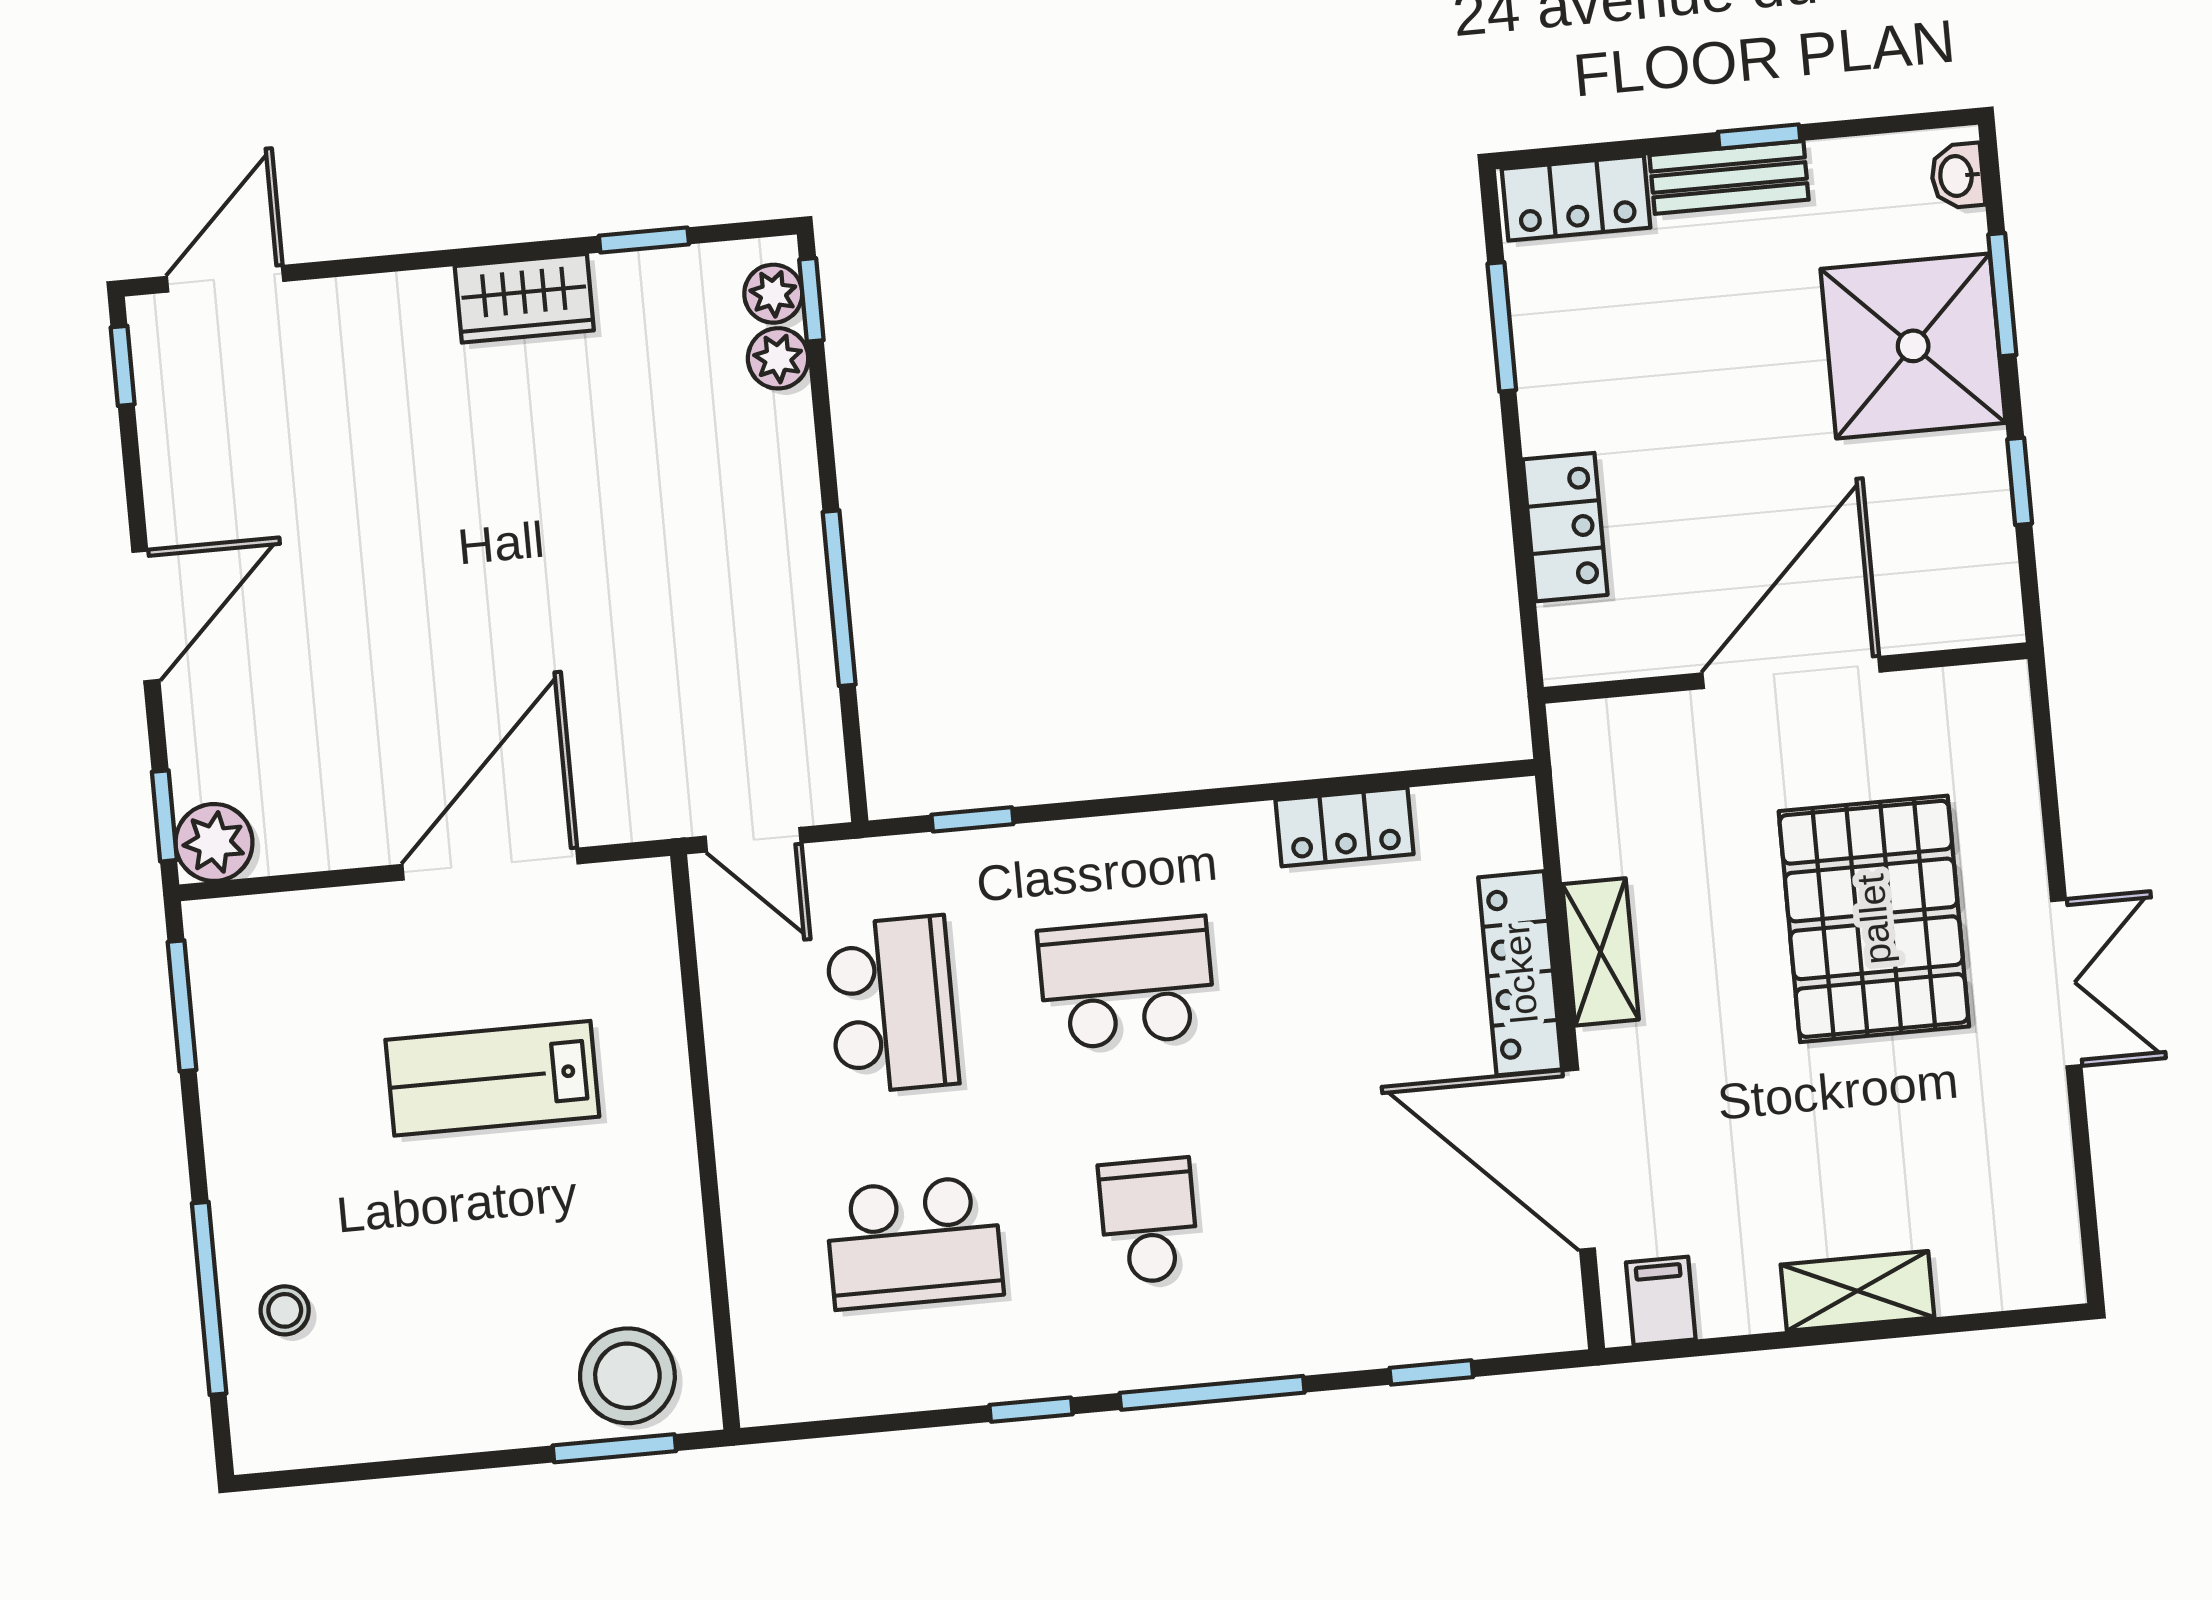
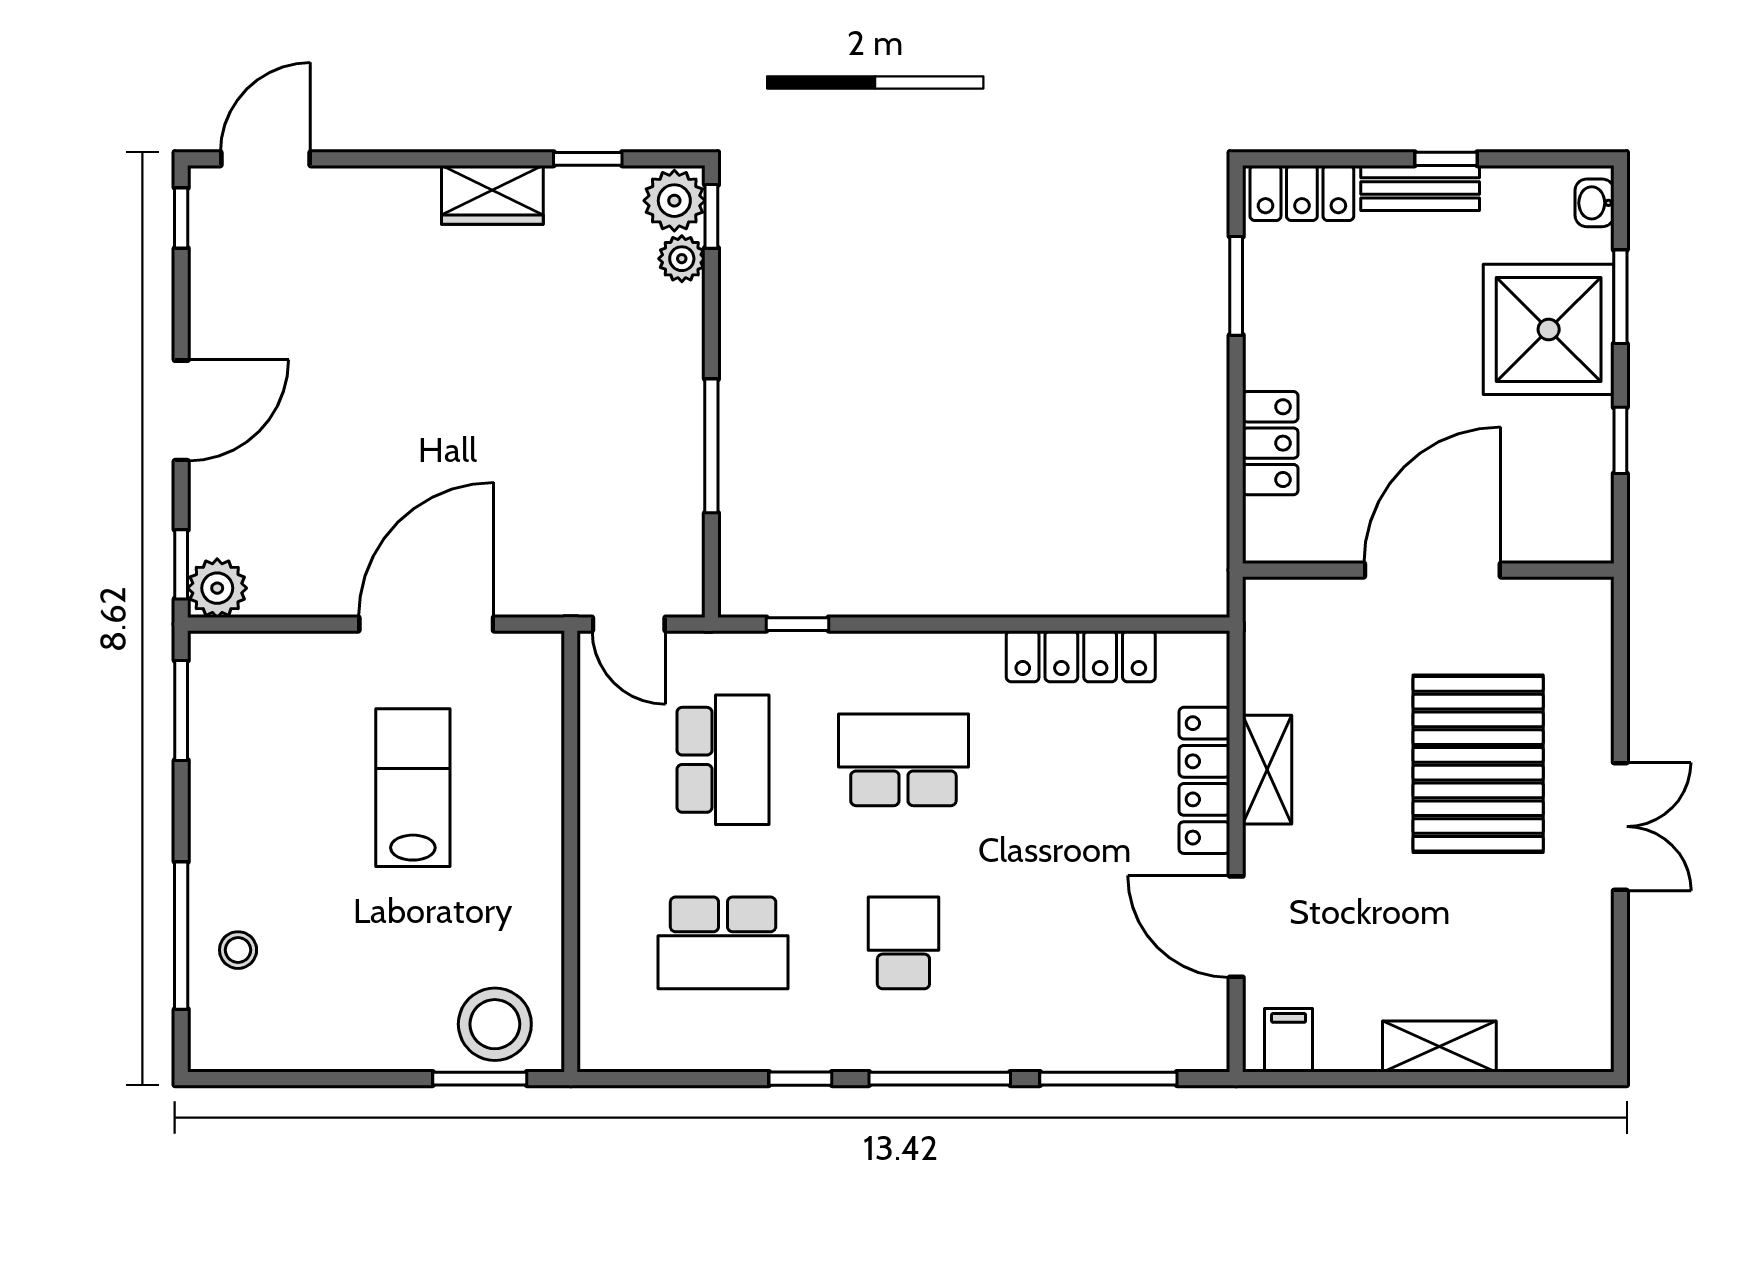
plant: (773, 294) -> (674, 201), width x1.38, depth x1.38
locker: (1345, 827) -> (1081, 656), width x1.53
lab bench: (492, 1078) -> (413, 788), turned 90
door: (1579, 1160) -> (1236, 927), width x0.73
window: (1431, 1372) -> (1108, 1079), width x2.17

